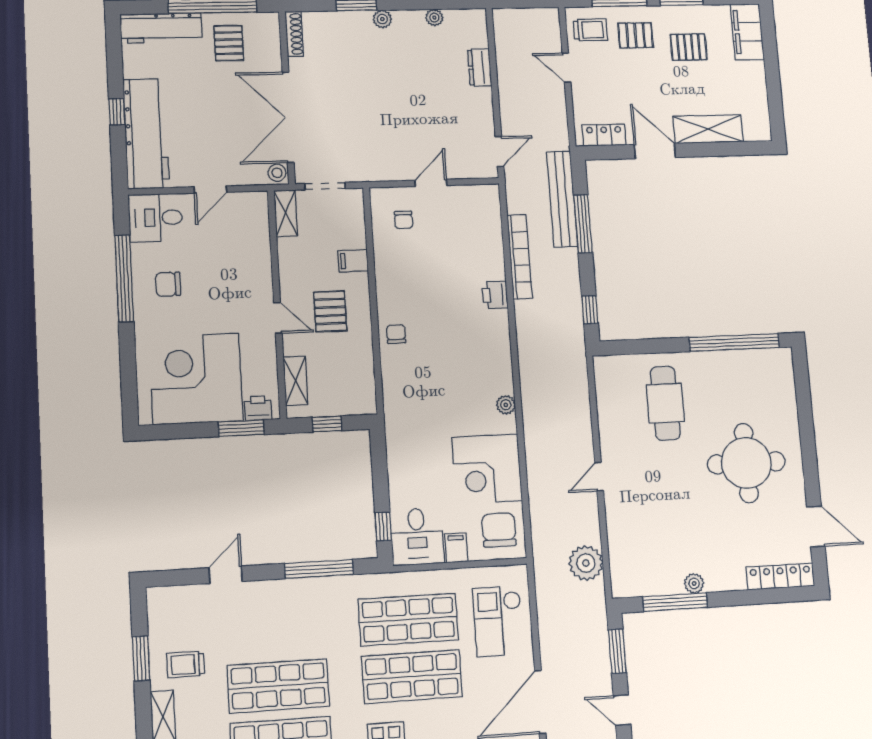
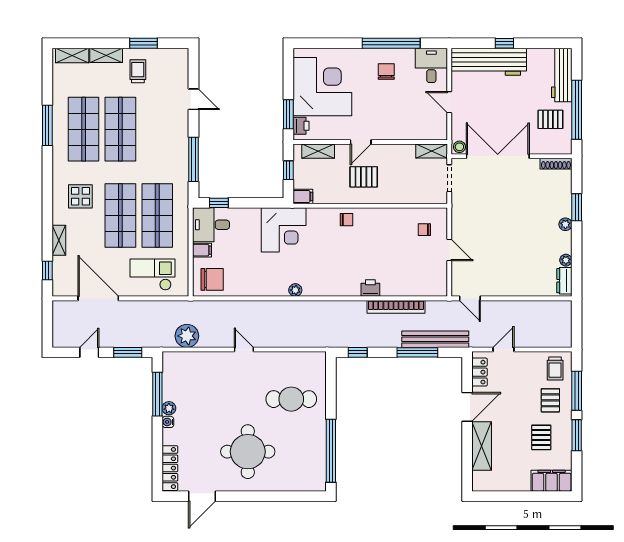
dresser: (480, 67) -> (564, 281), moved, turned -90
door: (566, 68) -> (503, 349), moved
filing cabinet: (353, 261) -> (303, 197), moved, turned 90
corner desk: (487, 469) -> (284, 230), moved, turned 180
water cooler: (714, 584) -> (168, 422), added

